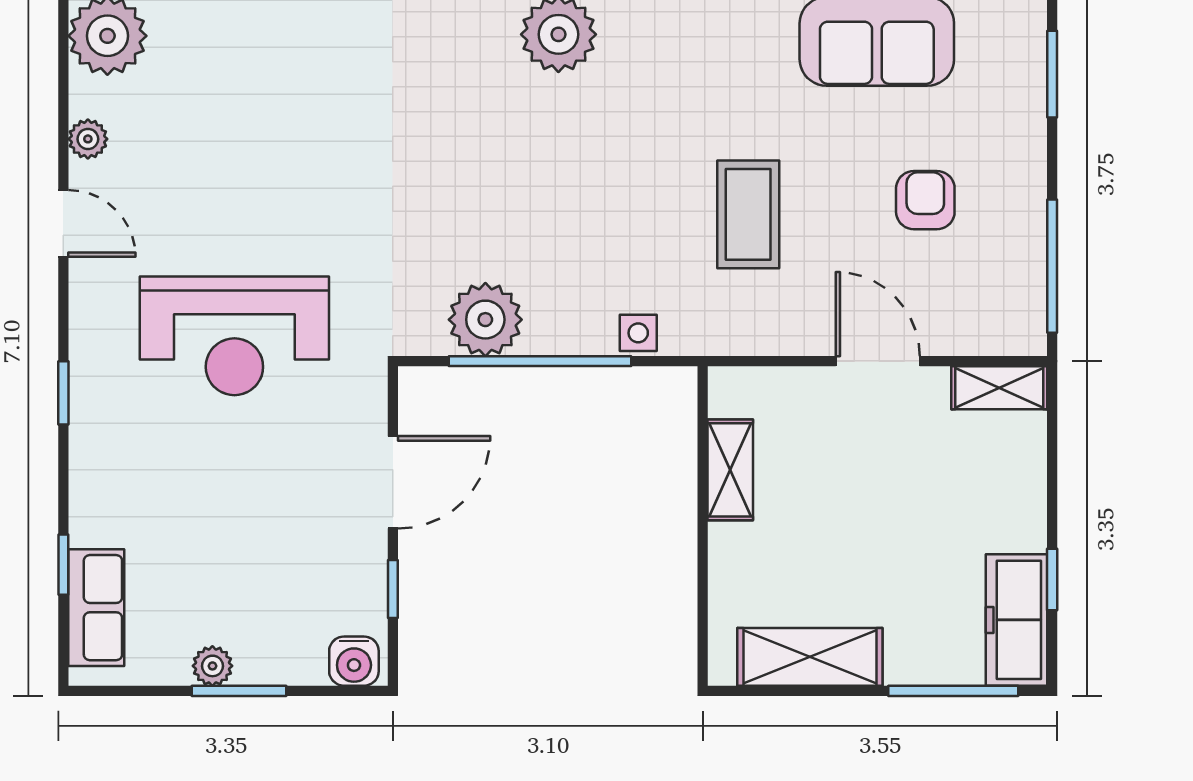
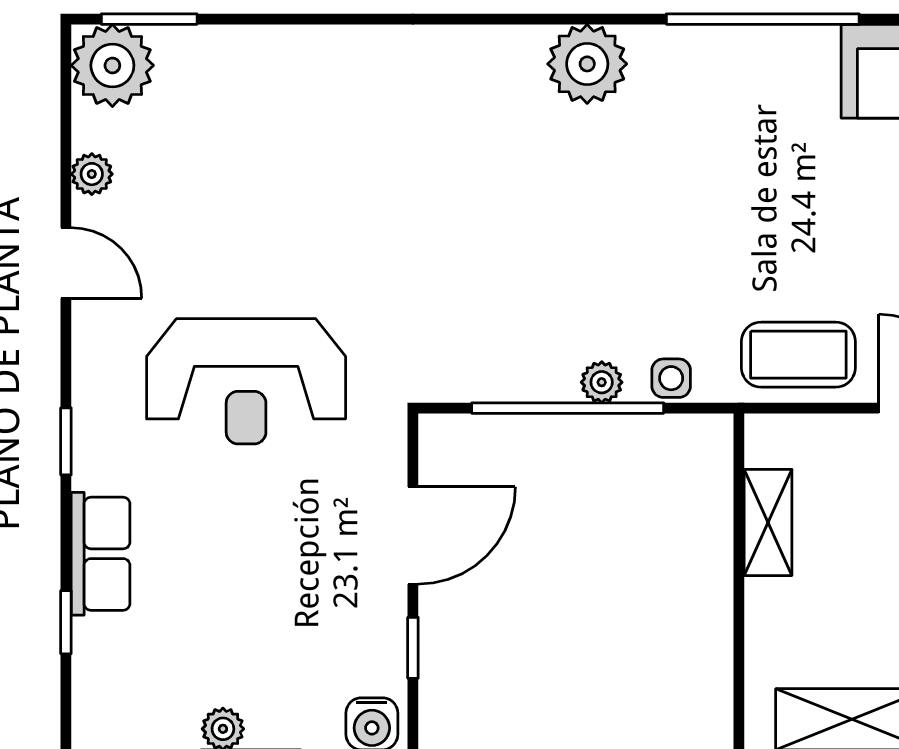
coffee table: (748, 214) -> (798, 355), moved, turned 90
plant: (485, 320) -> (602, 382), moved, width x0.53, depth x0.53
row of seats: (96, 608) -> (101, 554), moved

